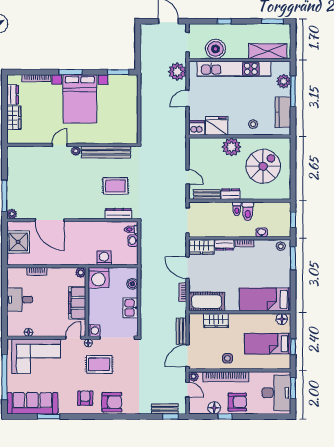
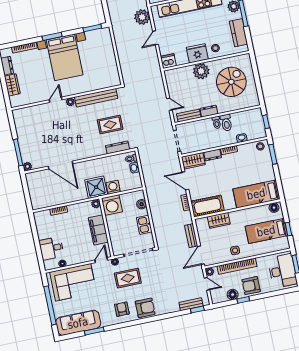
fridge: (217, 126) -> (197, 53), moved
shower: (18, 242) -> (96, 187), moved
desk: (20, 300) -> (51, 248), moved
washing machine: (94, 331) -> (117, 251), removed
armchair: (237, 402) -> (251, 286), turned 180

